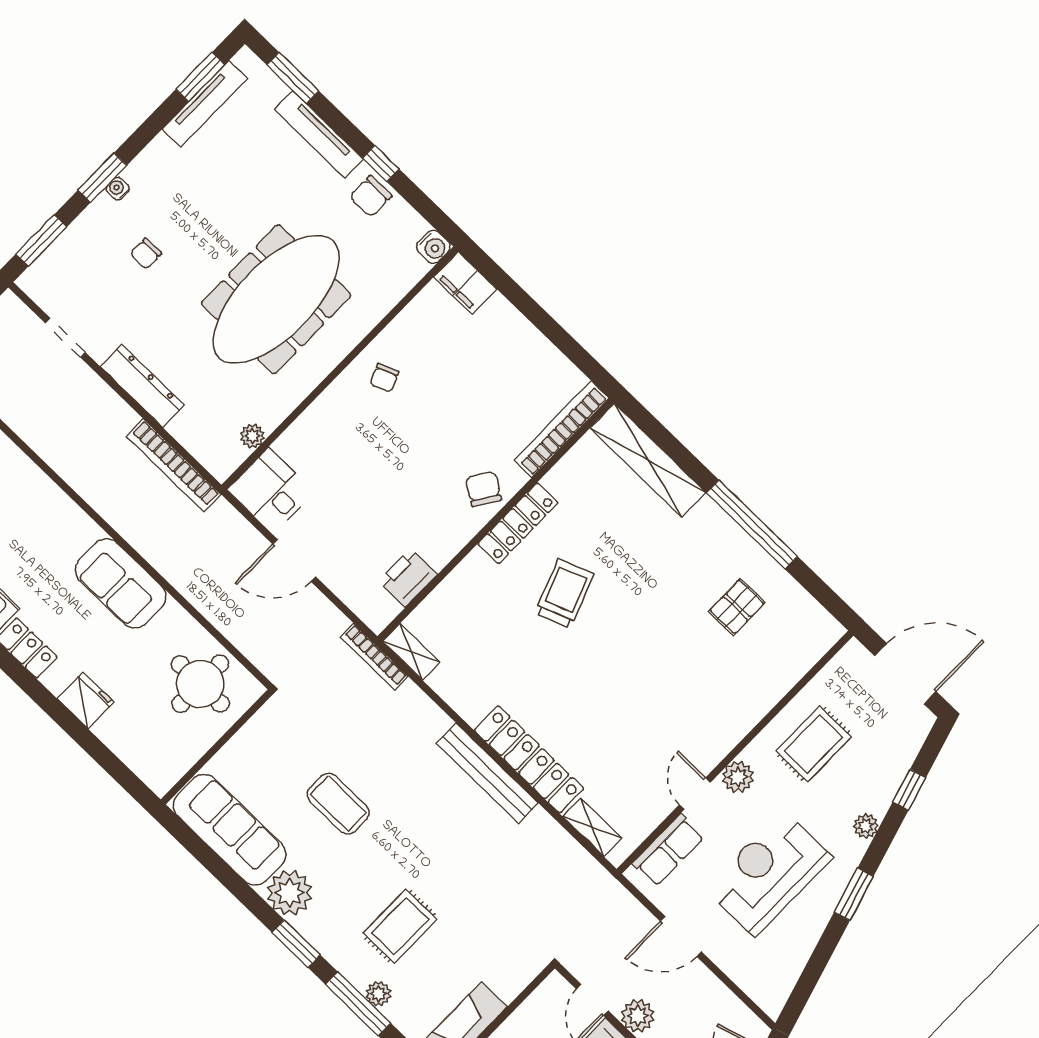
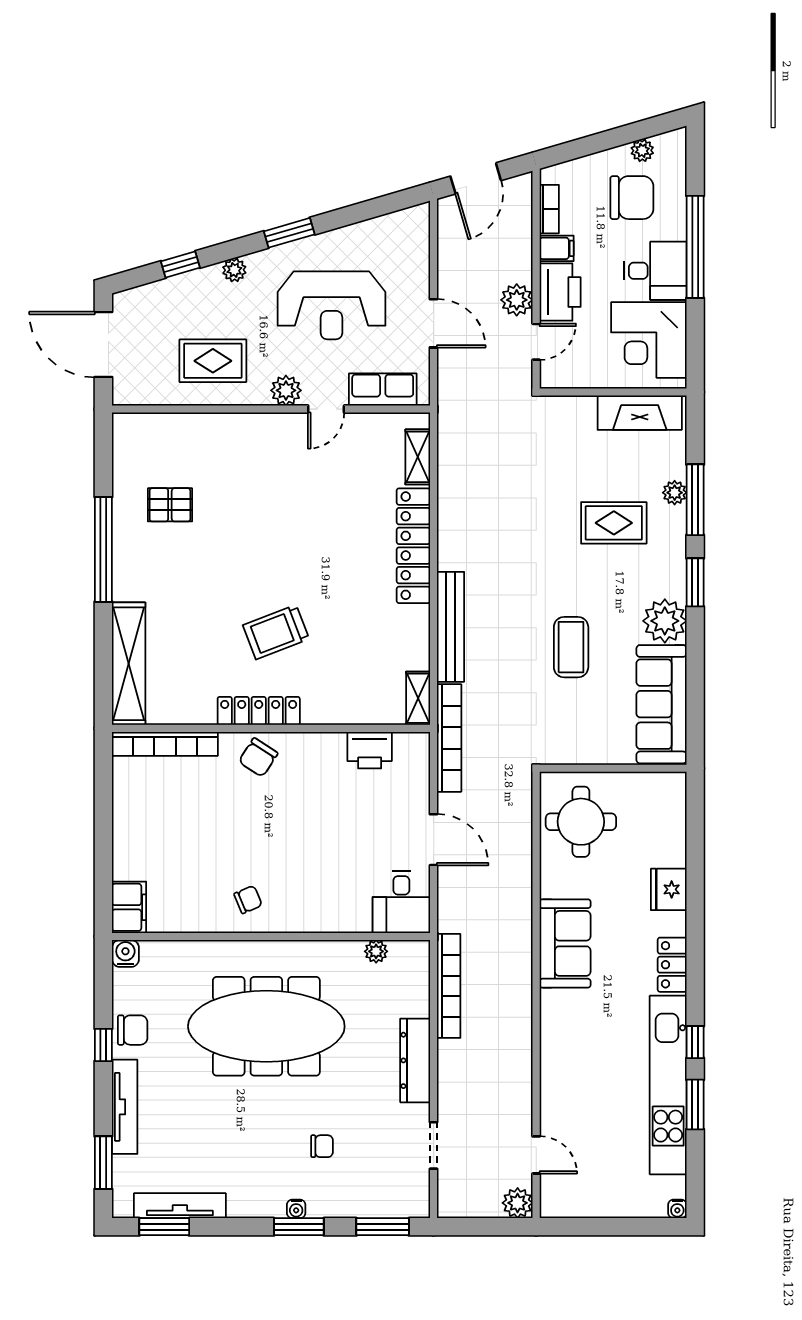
bookcase: (374, 657) -> (449, 738), width x1.48, depth x1.31
bench: (487, 773) -> (451, 627), moved

